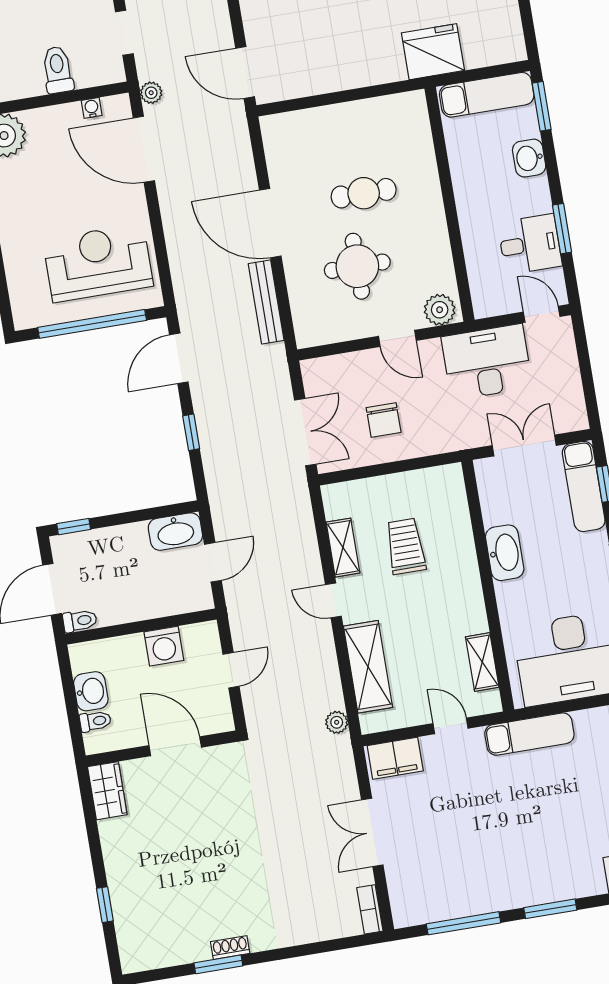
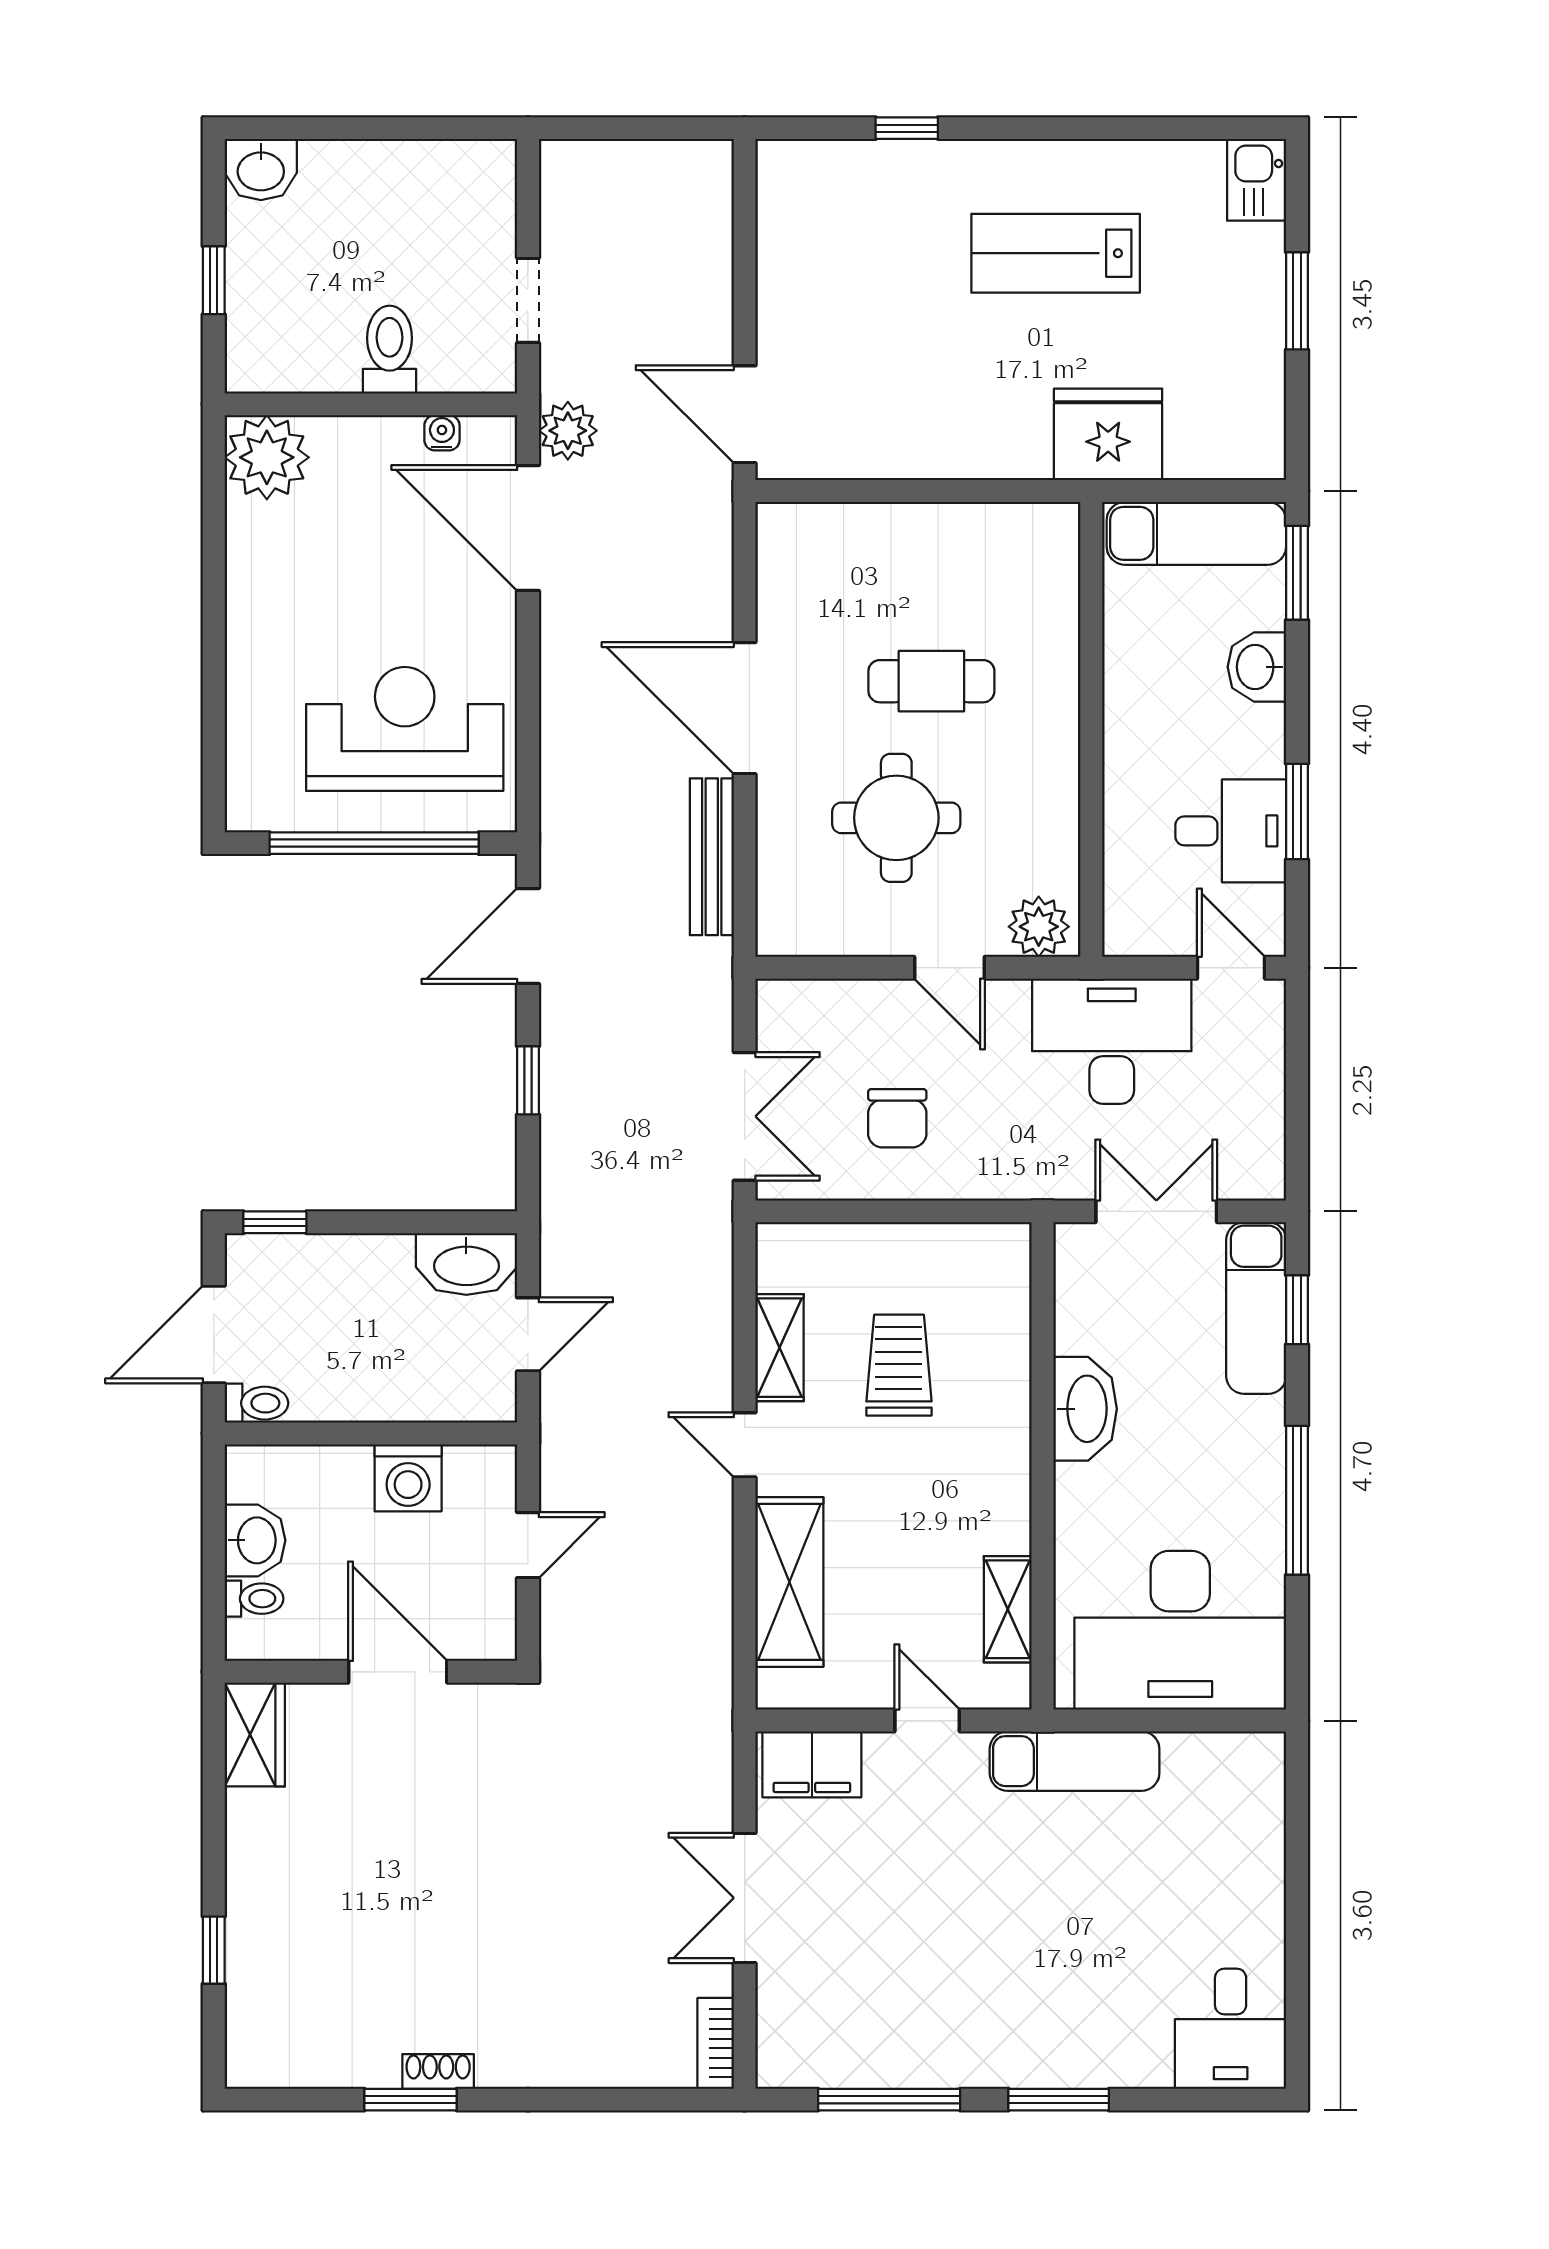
plant: (151, 93) -> (568, 431), width x1.38, depth x1.38
plant: (337, 722) -> (712, 1678), removed

